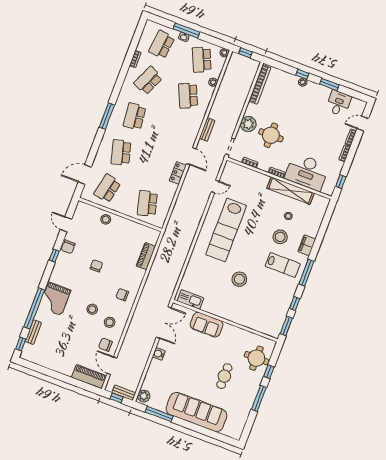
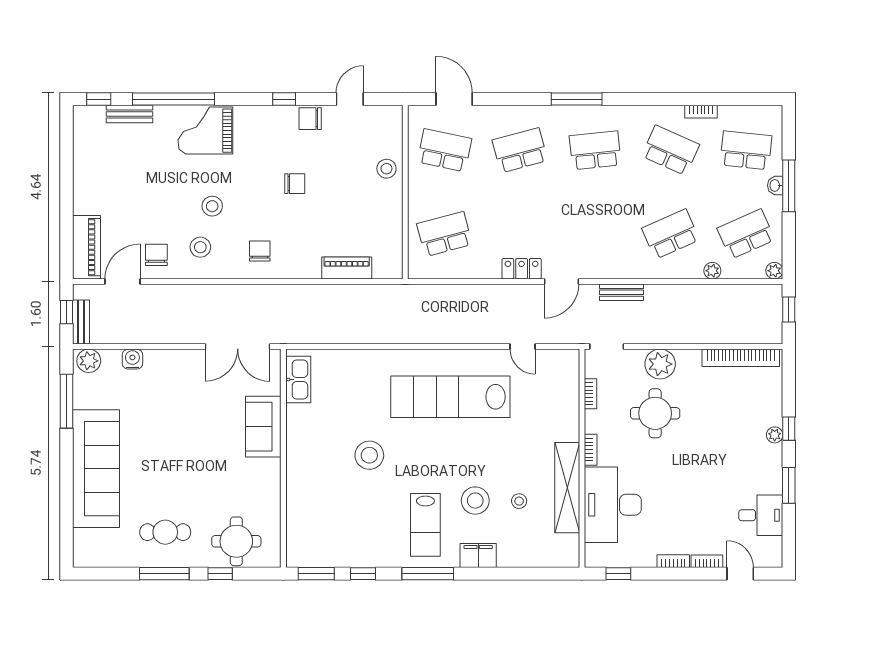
water cooler: (159, 354) -> (132, 359), moved
cafe table: (224, 376) -> (165, 532), moved

